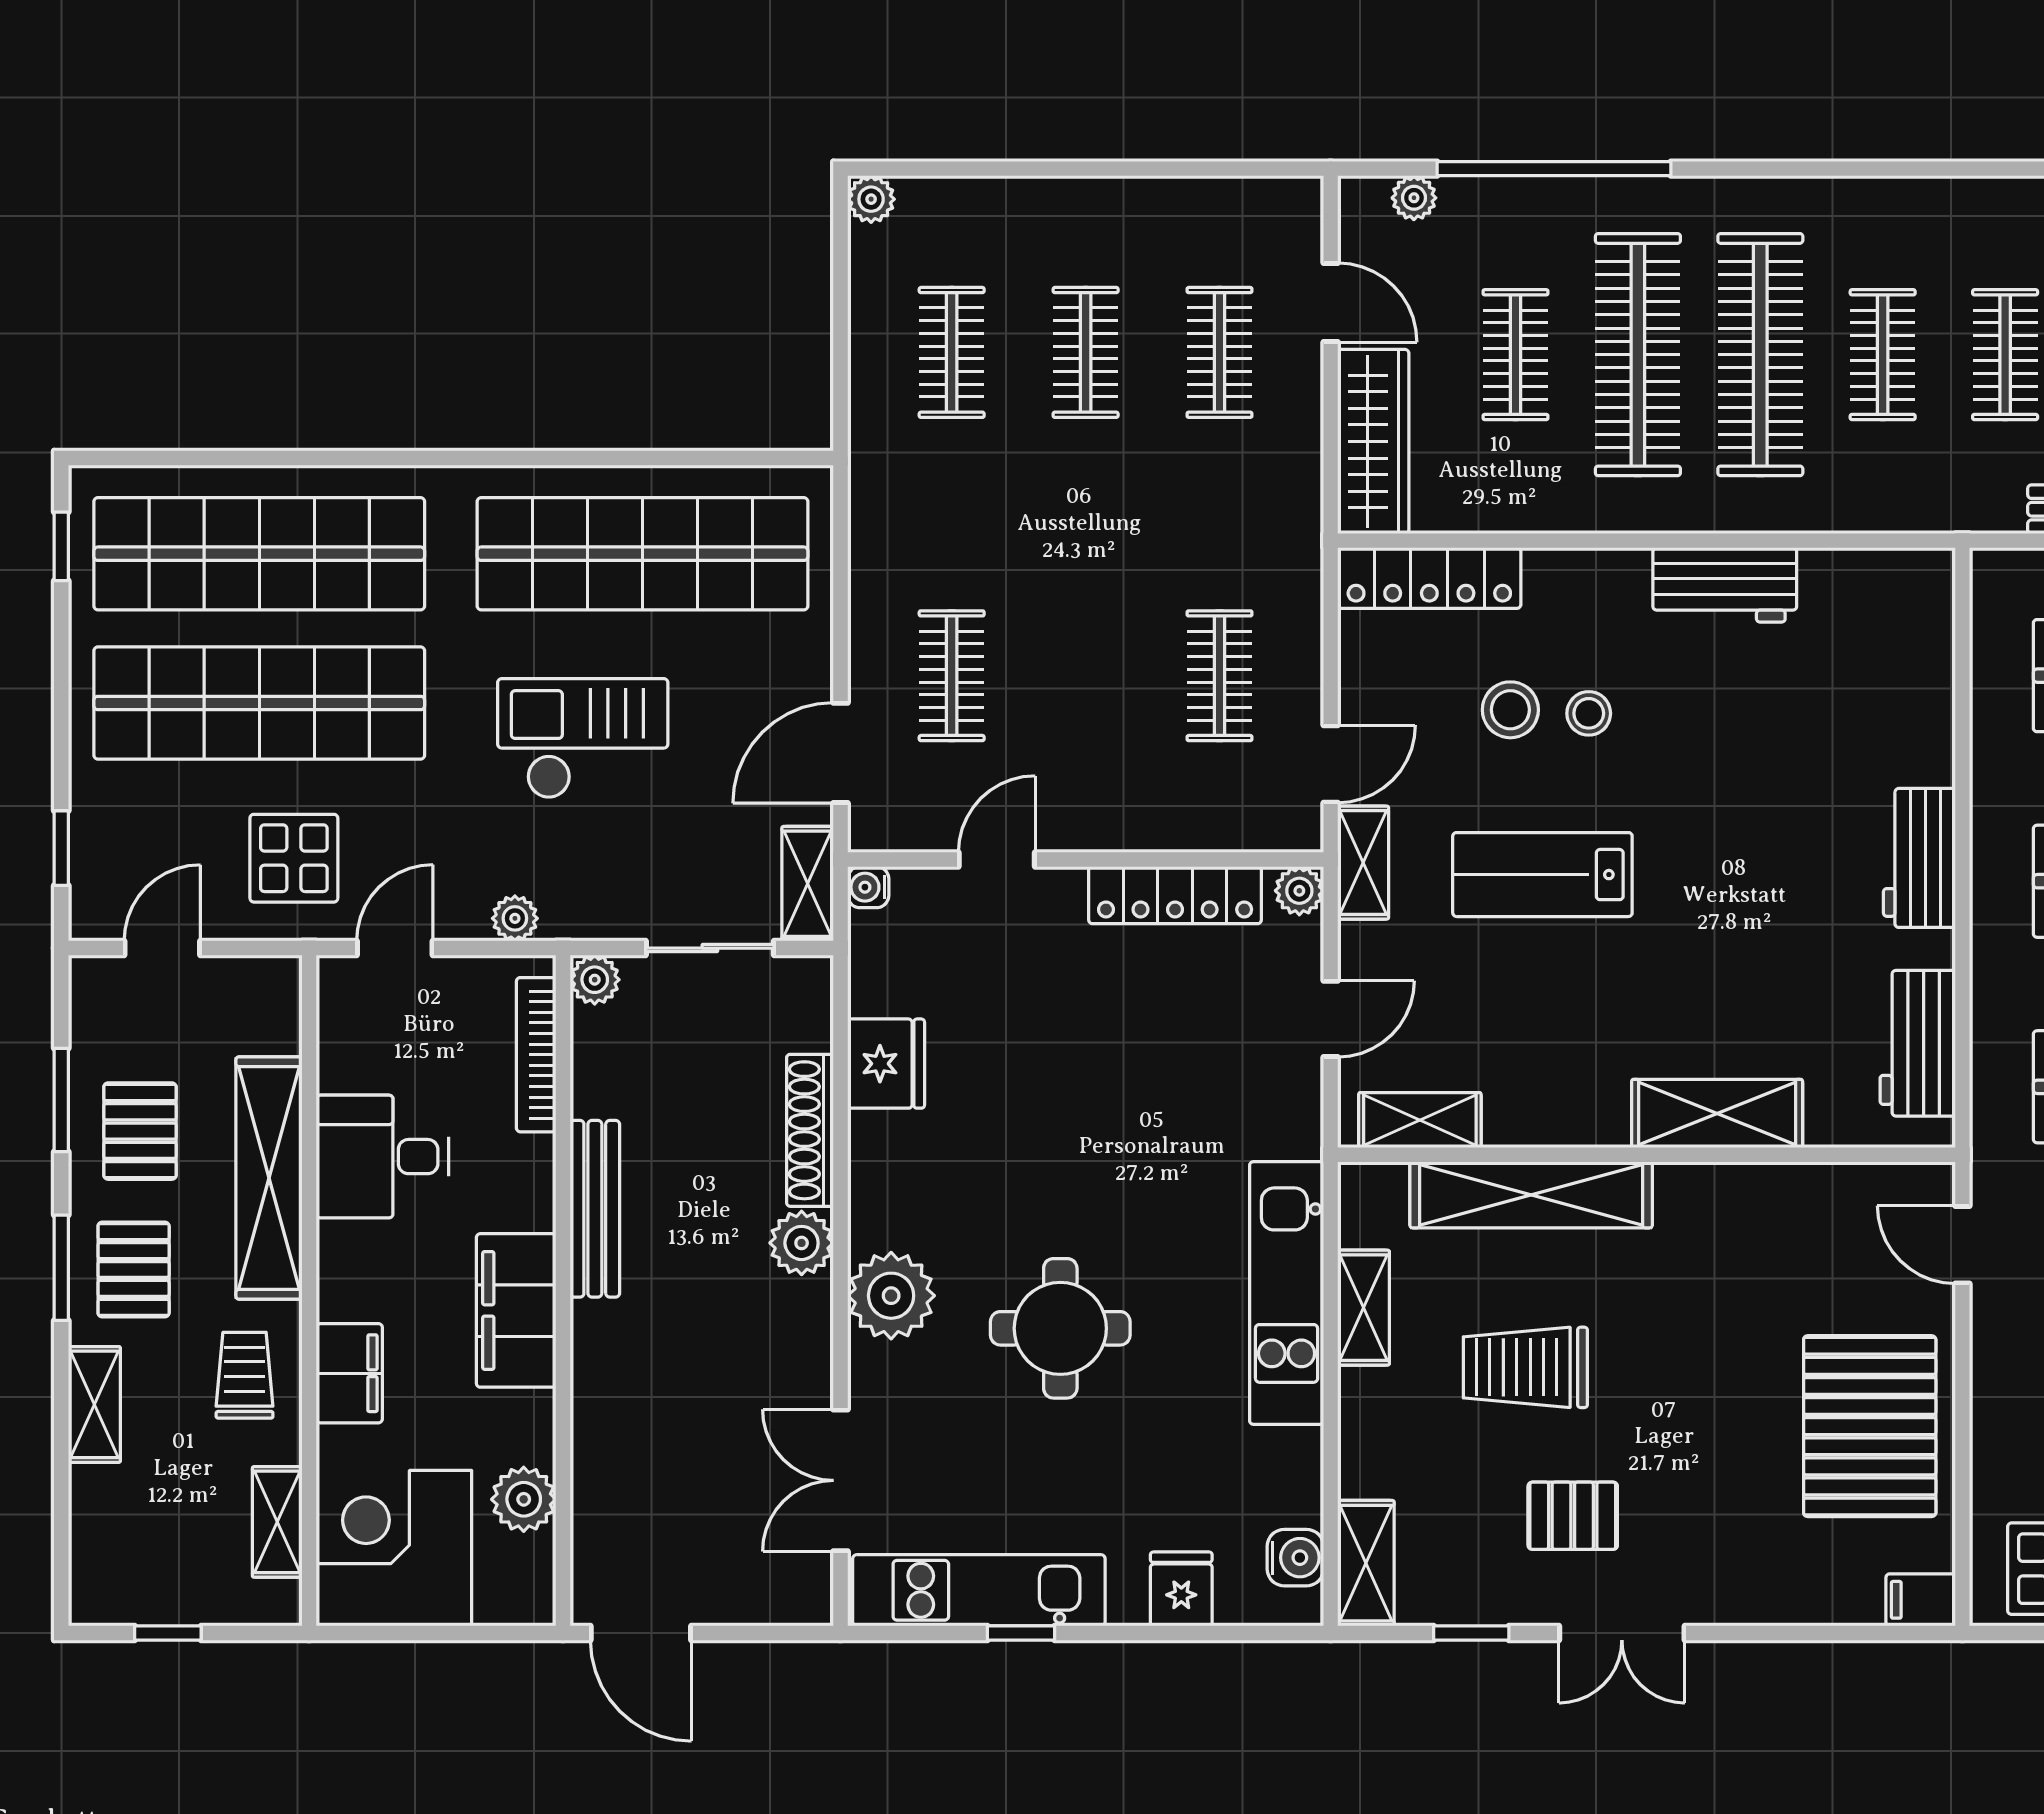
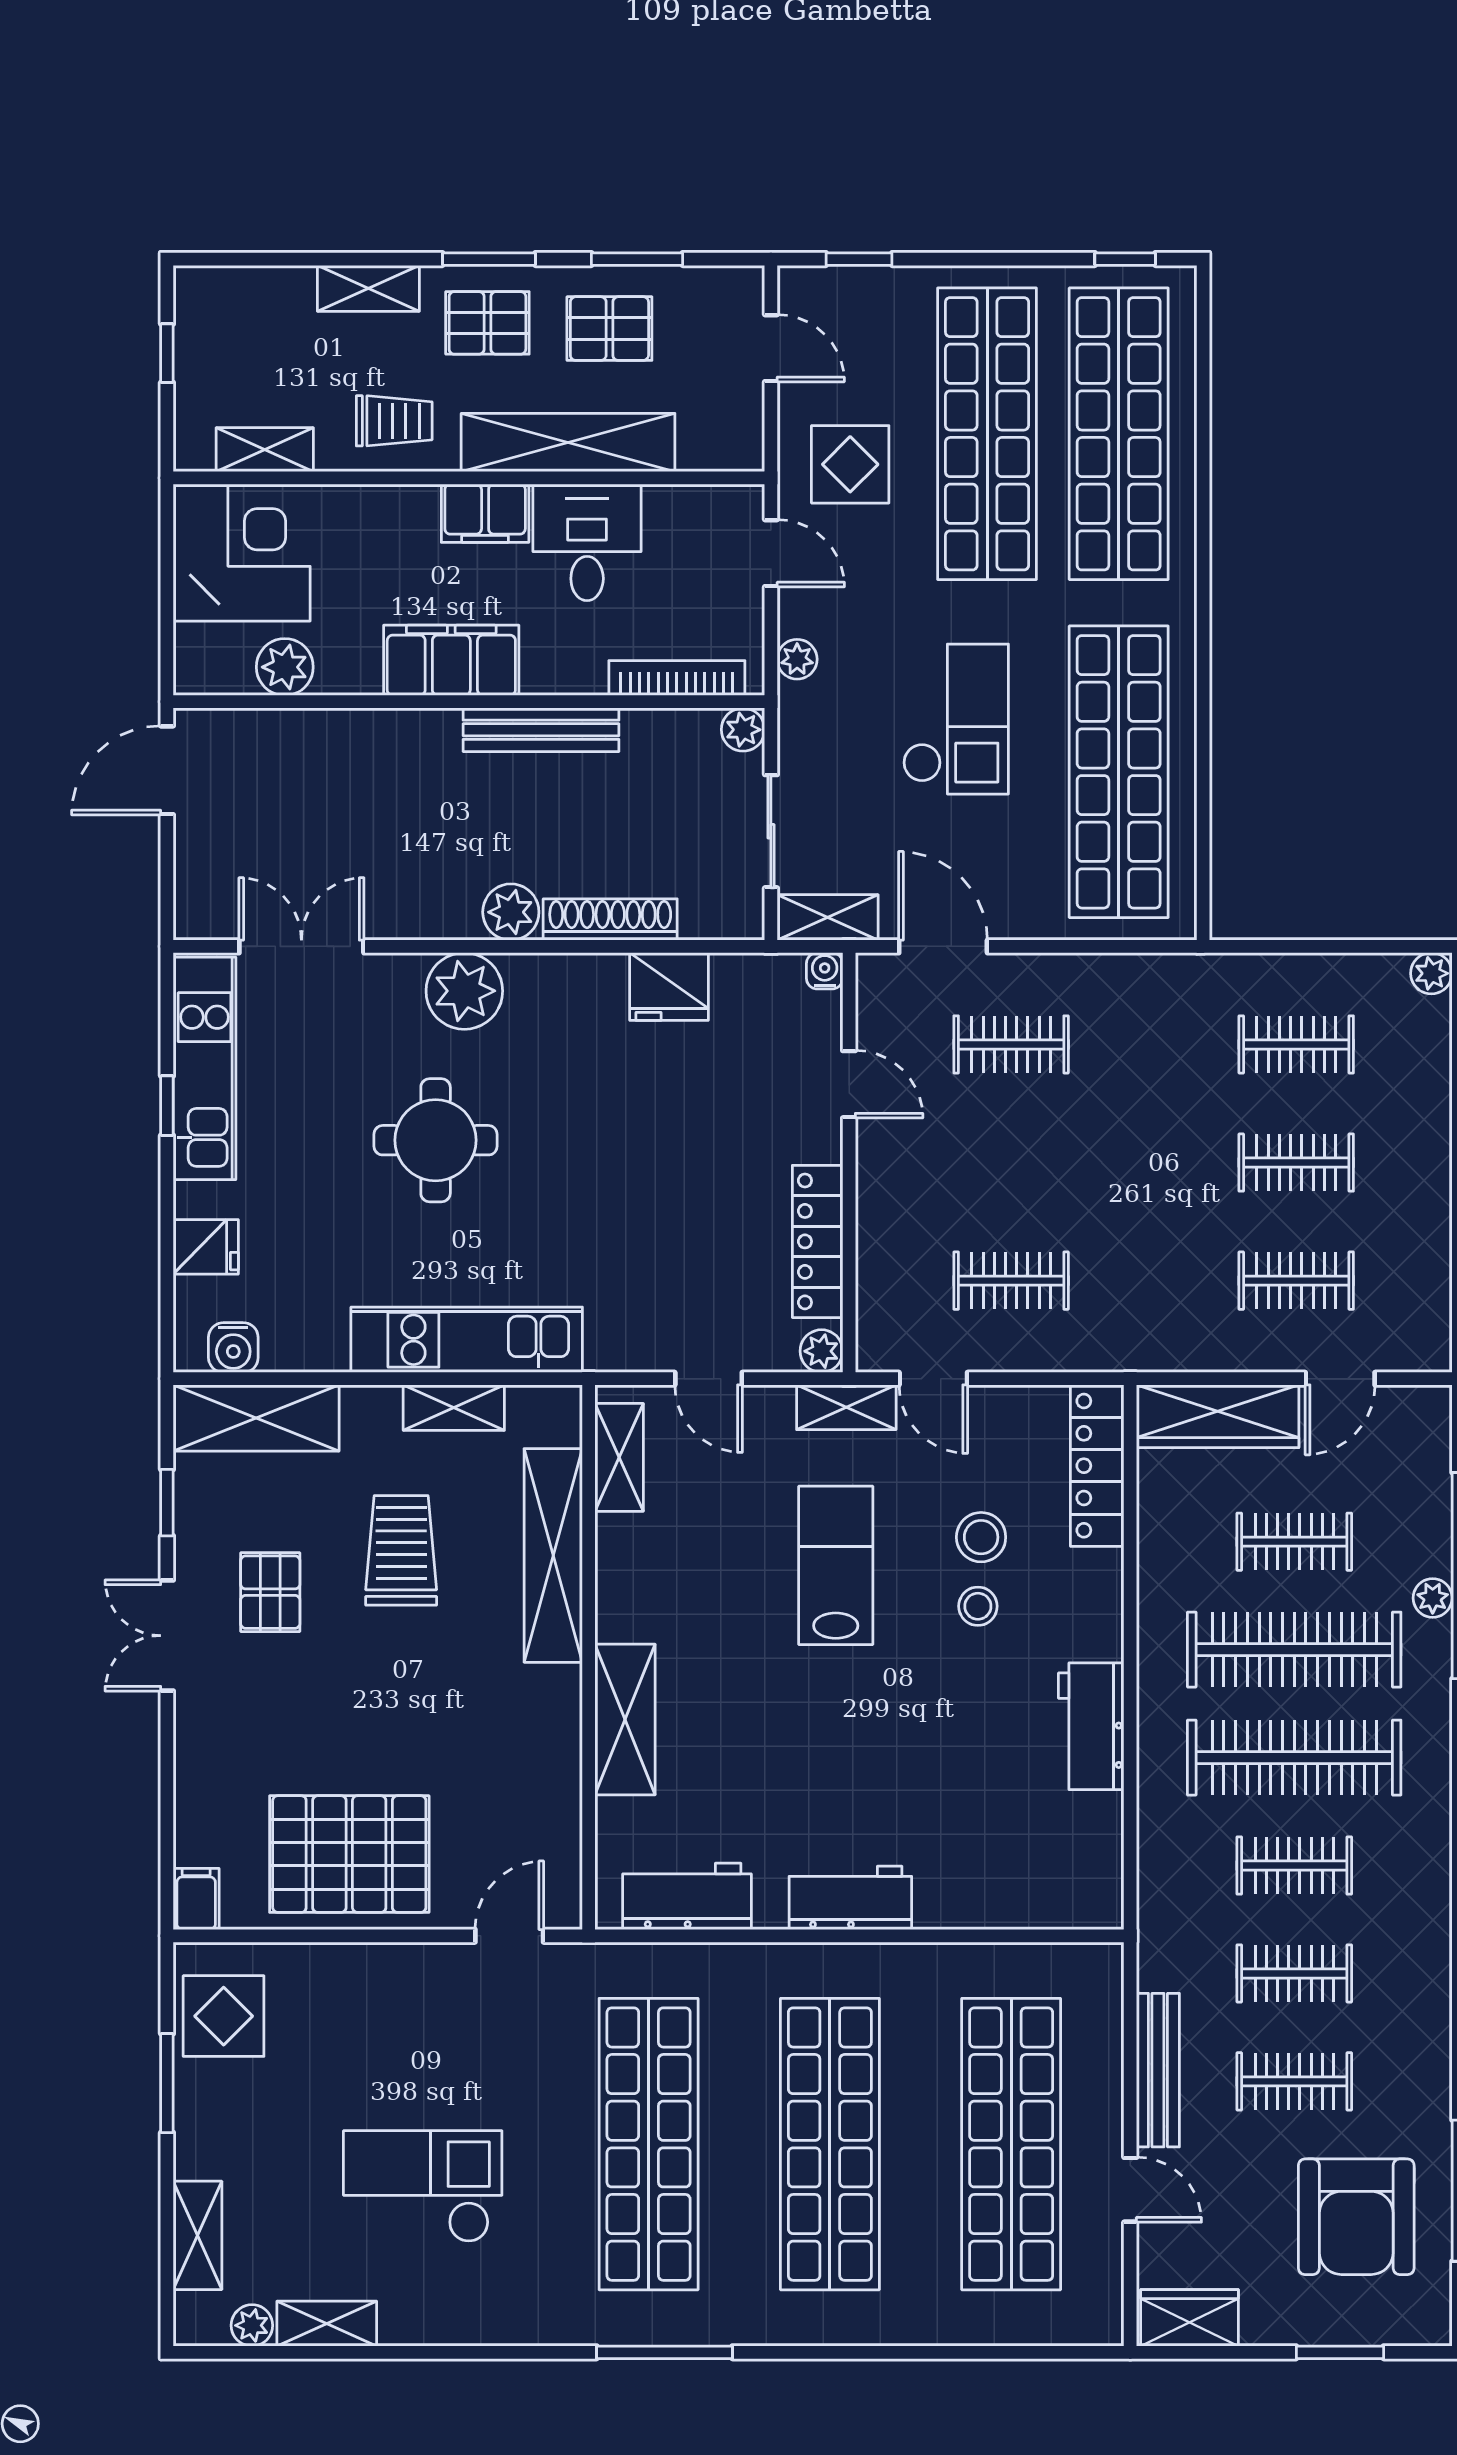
plant: (1414, 198) -> (1433, 1598), moved
filing cabinet: (349, 1373) -> (485, 513), moved
shelving: (1366, 1563) -> (256, 1418), width x1.50, depth x1.33

